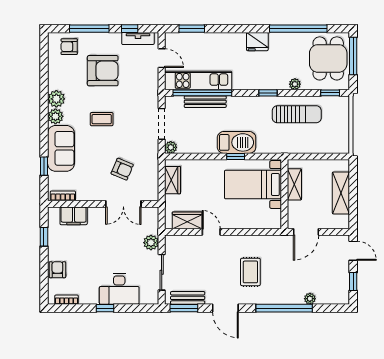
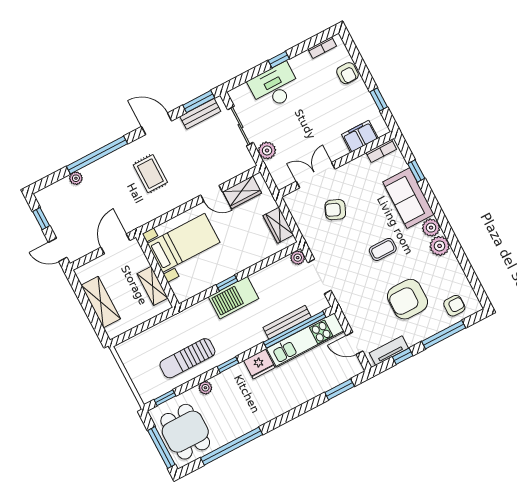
fridge: (257, 42) -> (259, 364), moved, turned 180
bed with nightstands: (253, 185) -> (184, 243), moved

